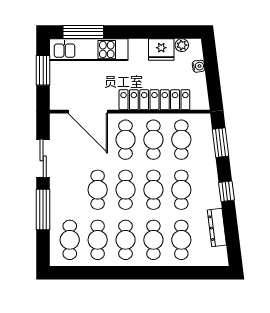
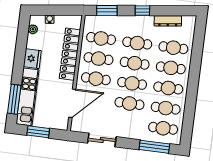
fridge: (161, 49) -> (32, 59), moved
window: (43, 209) -> (154, 147), moved

